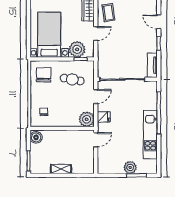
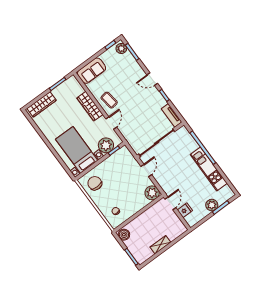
cafe table: (72, 79) -> (119, 171), removed
fridge: (104, 117) -> (185, 210), moved

